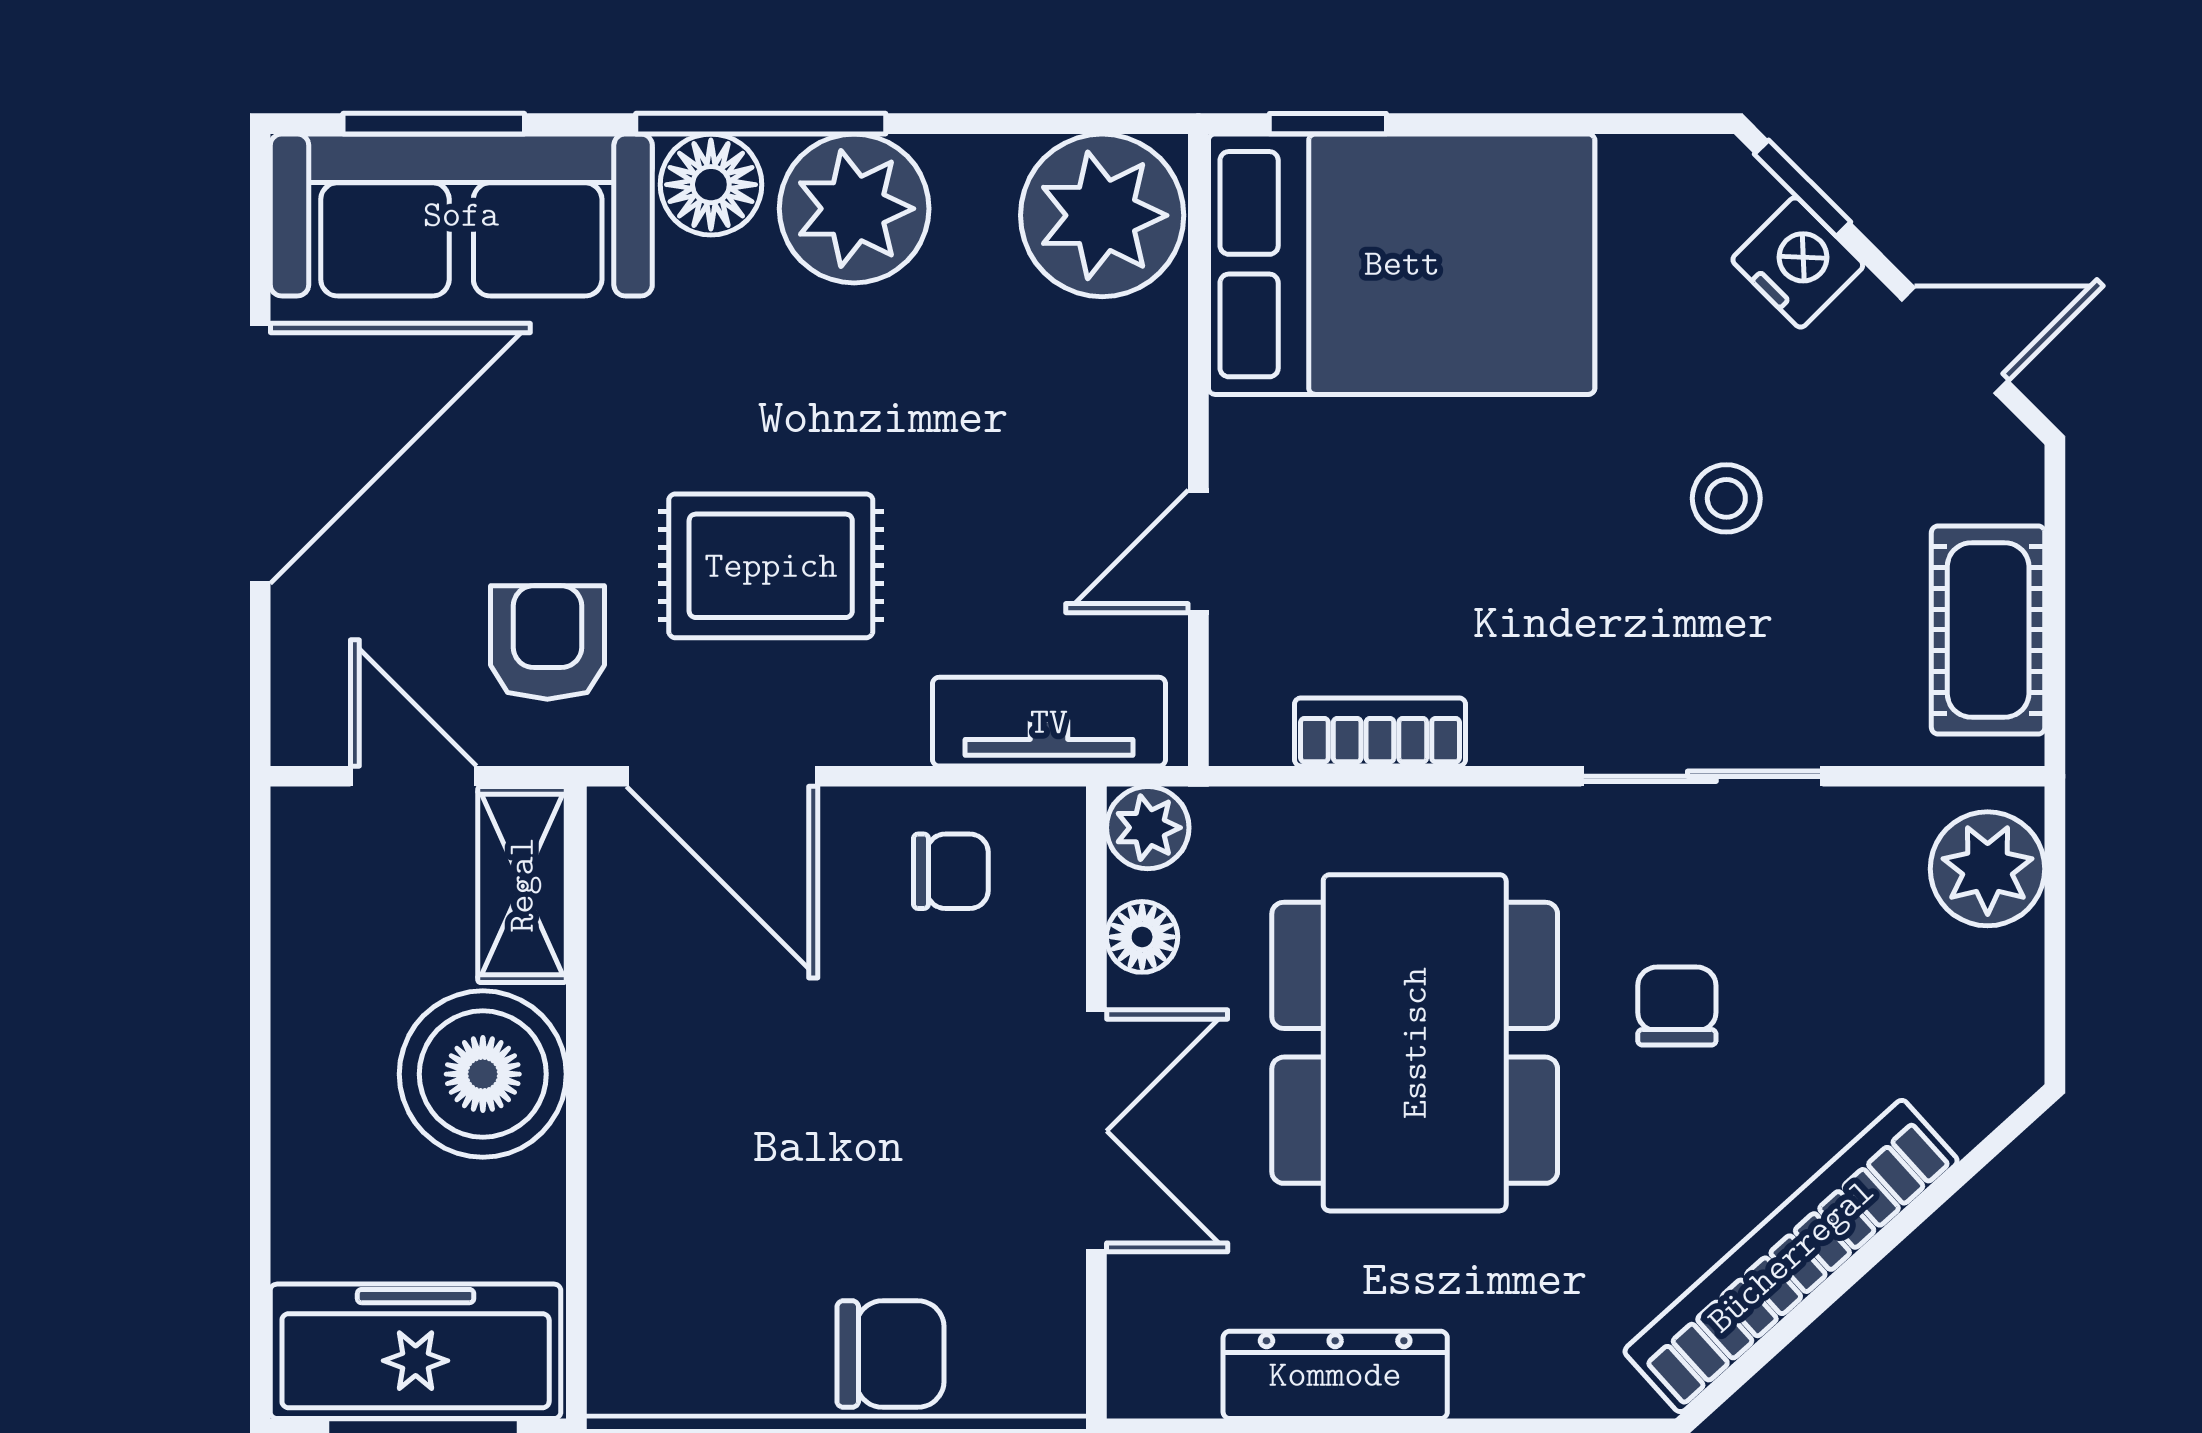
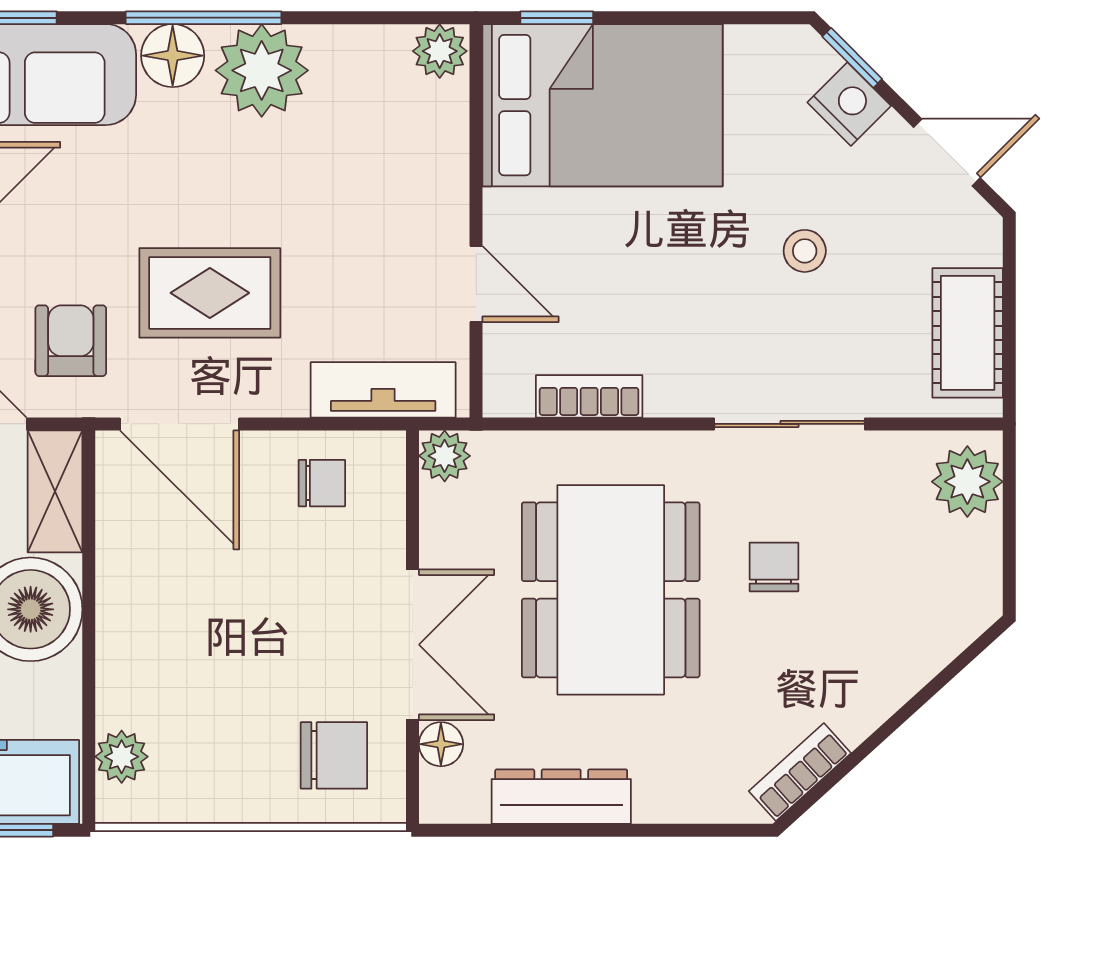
plant: (1102, 215) -> (440, 51), width x0.53, depth x0.53
door: (1198, 551) -> (476, 284), swing flipped
floor lamp: (1142, 937) -> (441, 744), moved
bookcase: (1791, 1256) -> (800, 772), width x0.43, depth x0.76
plant: (629, 1311) -> (122, 757), added
chair: (890, 1354) -> (334, 755), moved

